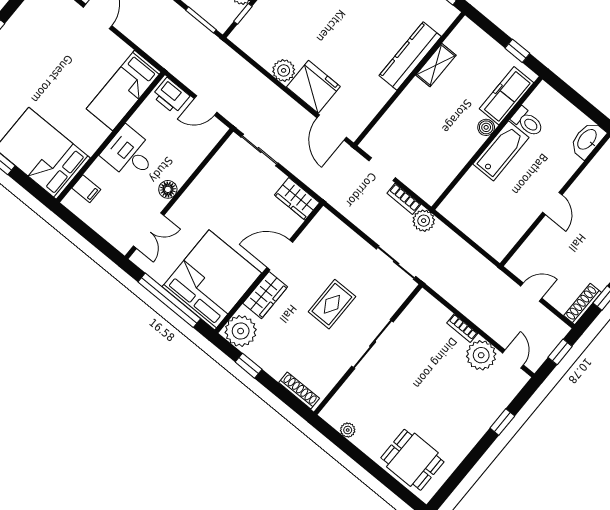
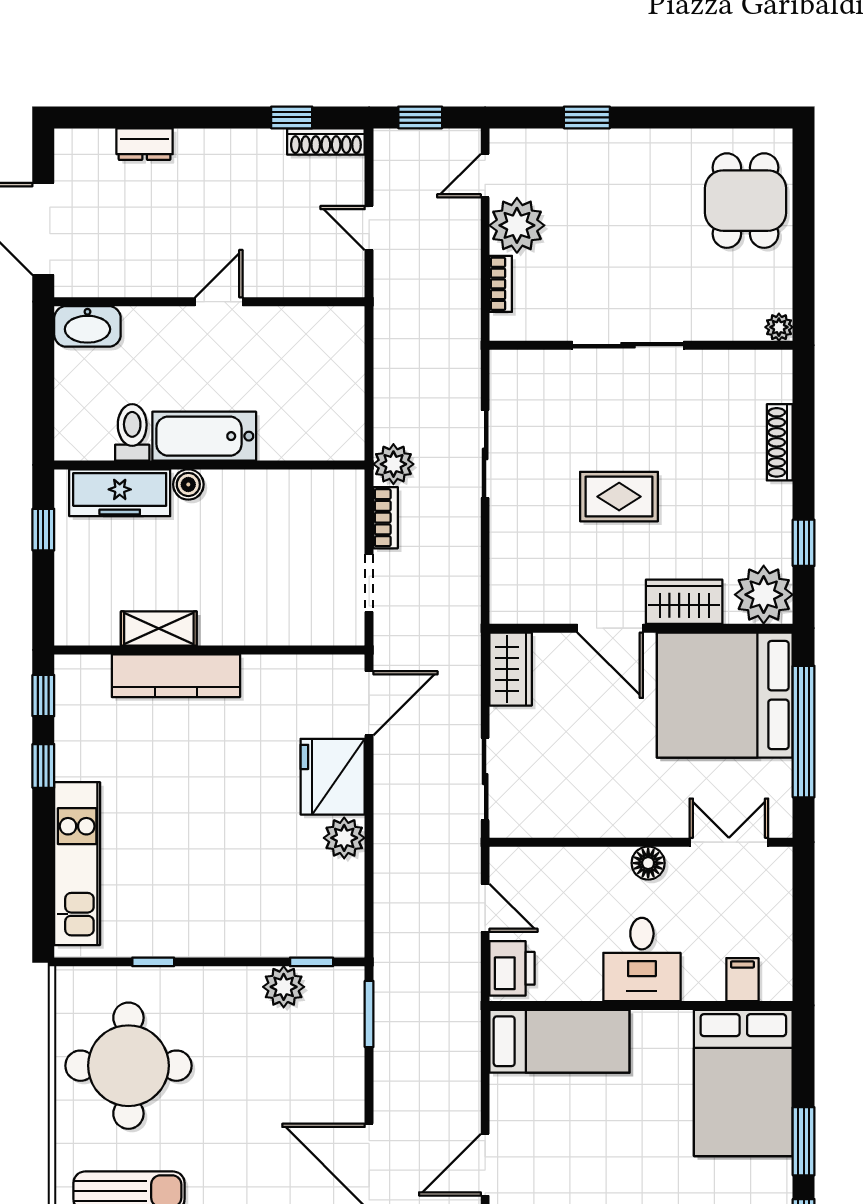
sliding door: (373, 344) -> (628, 345), moved
wall: (368, 349) -> (641, 345), moved

